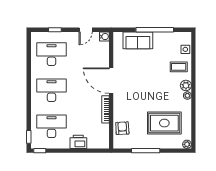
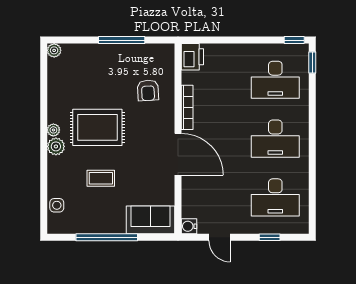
door: (86, 30) -> (220, 237), swing flipped
sofa: (138, 40) -> (150, 220), moved
coffee table: (179, 67) -> (101, 178), moved
rug: (164, 123) -> (97, 127), moved
armchair: (122, 128) -> (148, 90), moved
printer: (78, 142) -> (192, 57), moved, turned -90

